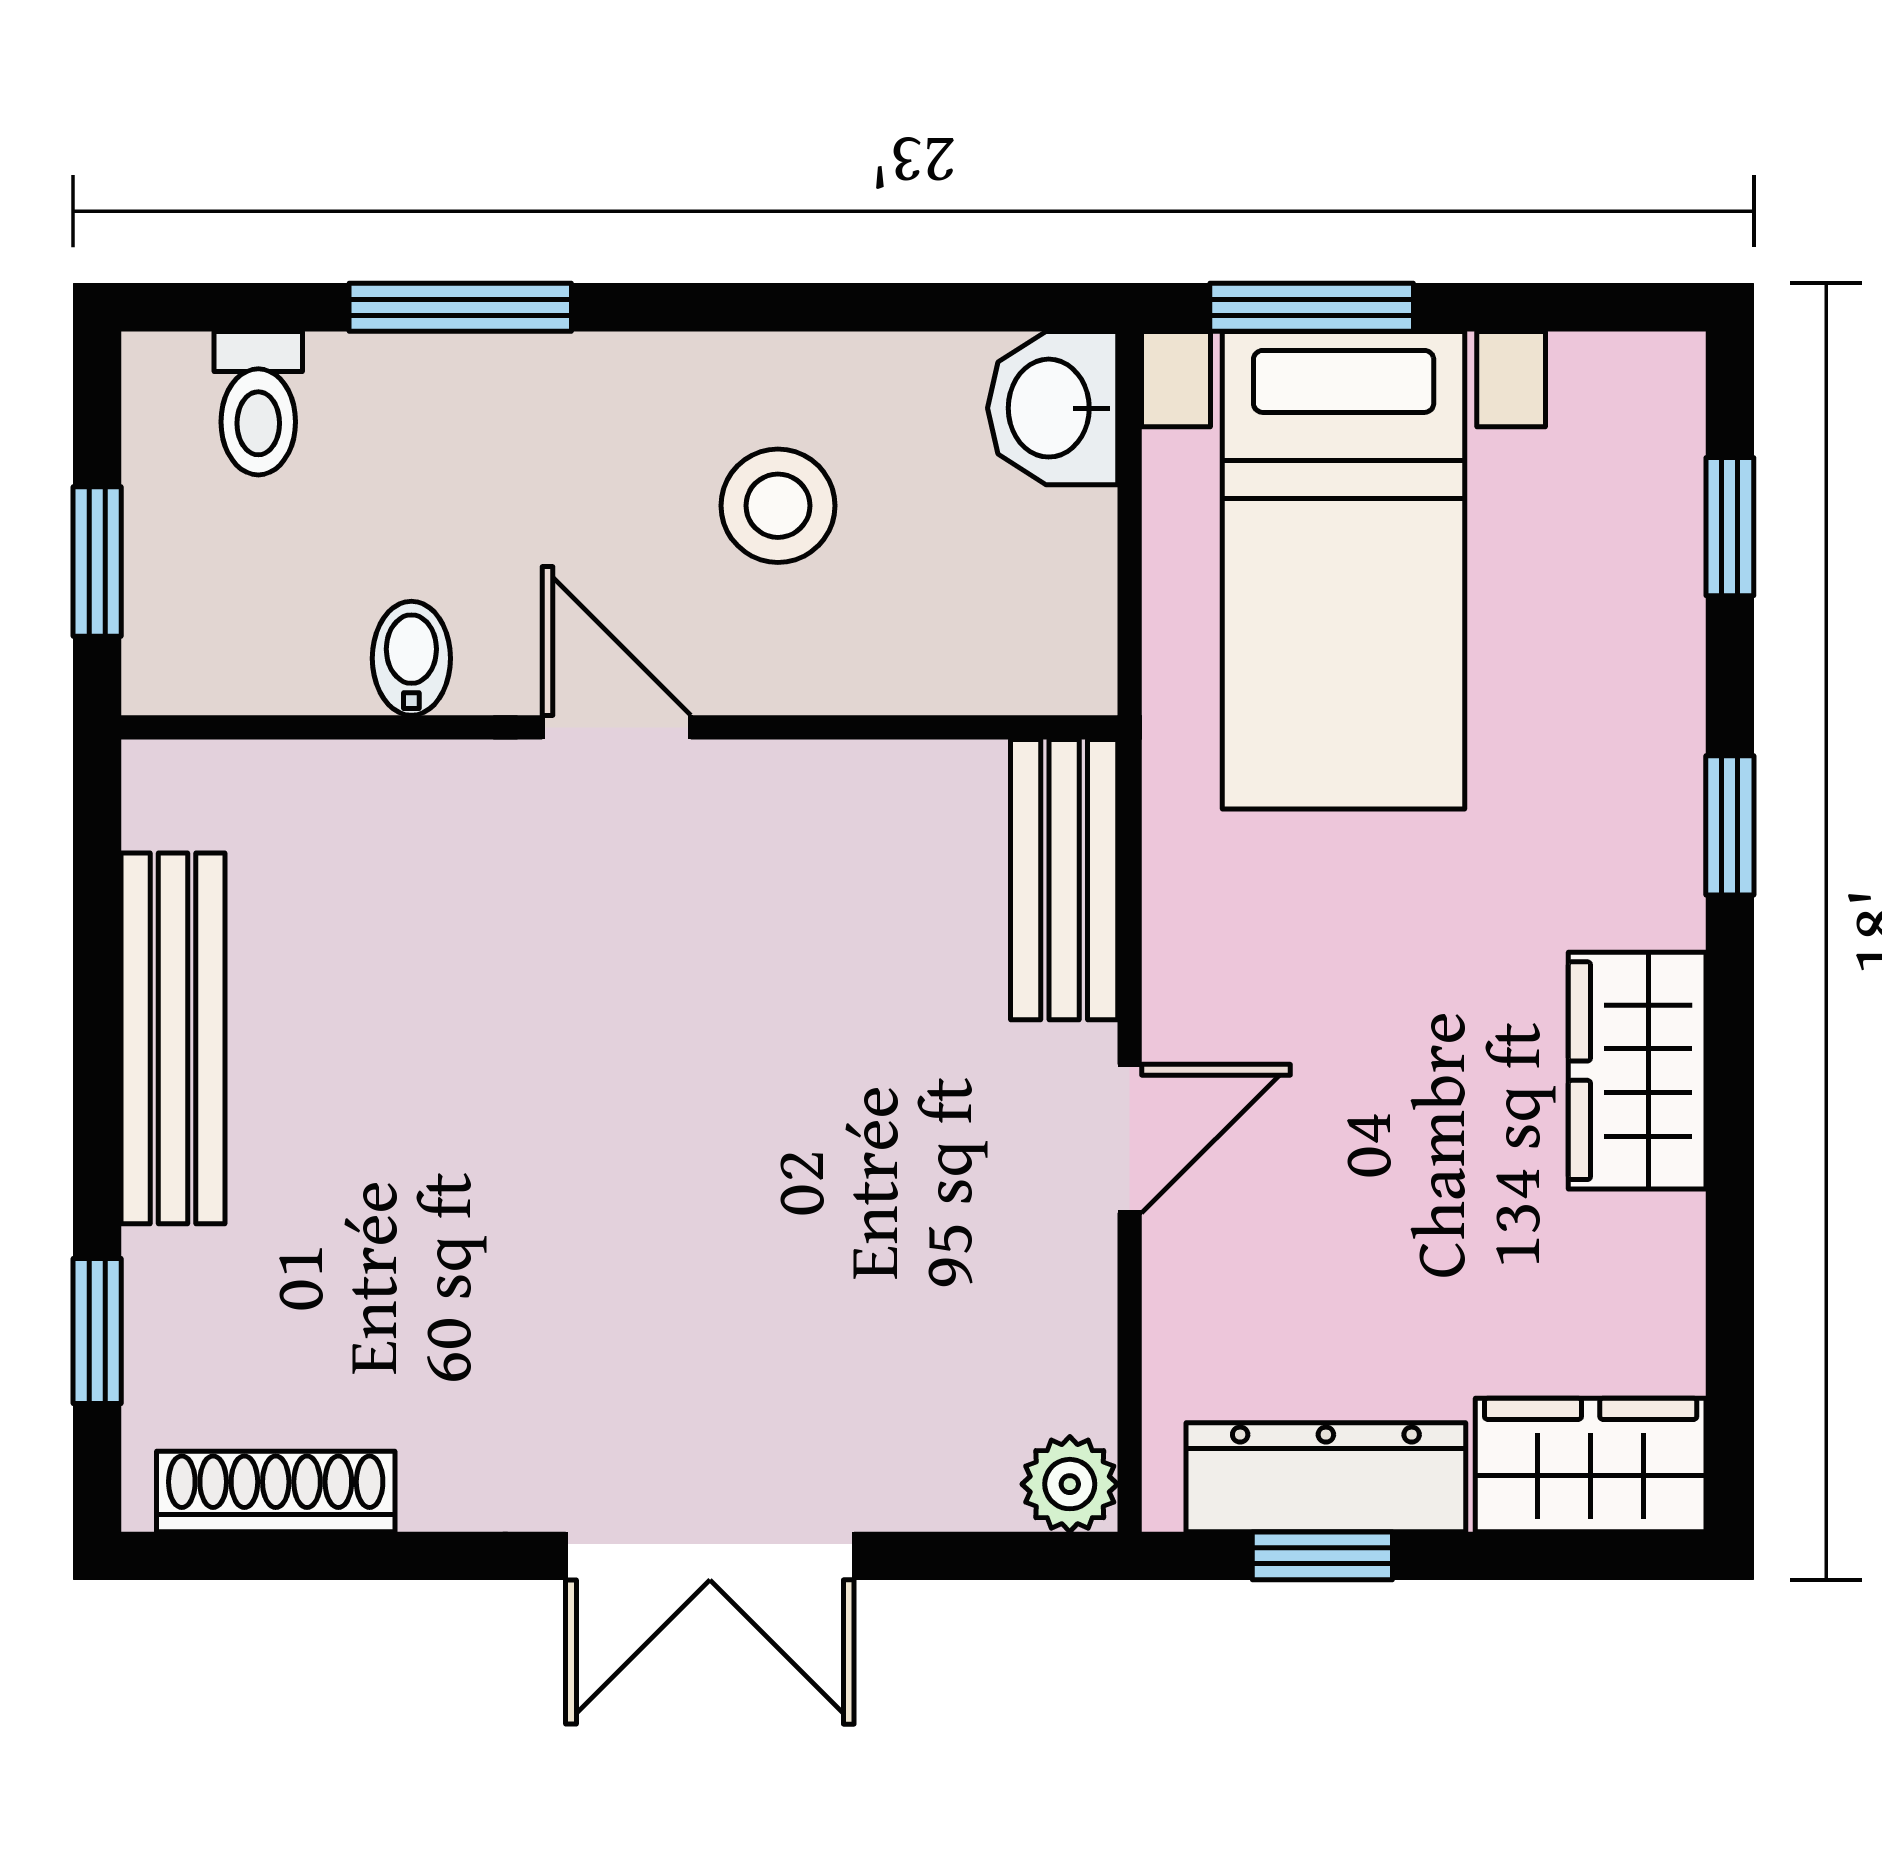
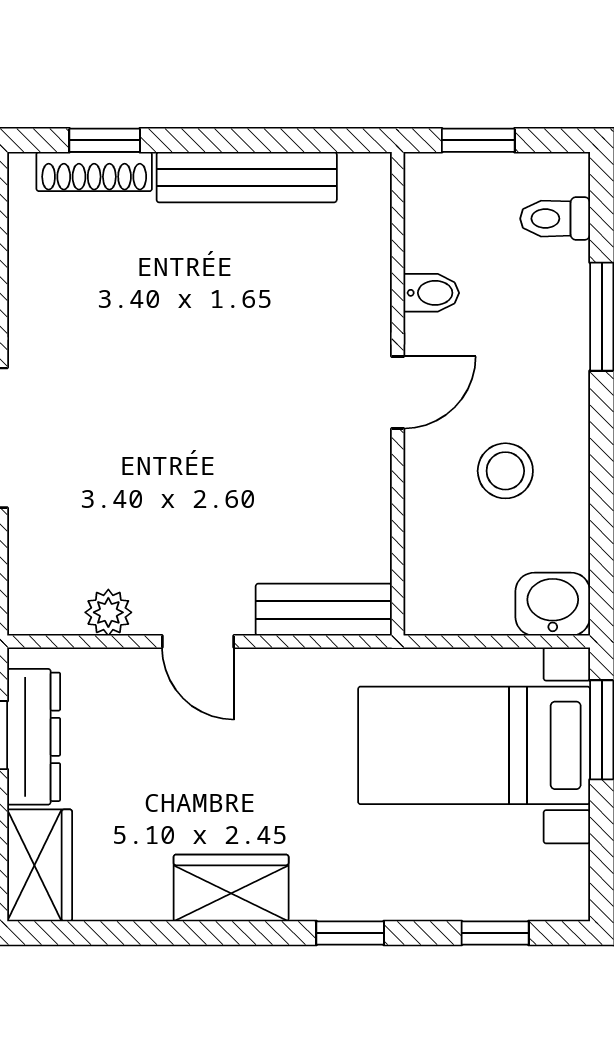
plant: (1070, 1484) -> (108, 612), moved
shoe rack: (276, 1491) -> (94, 172), moved, turned 90

